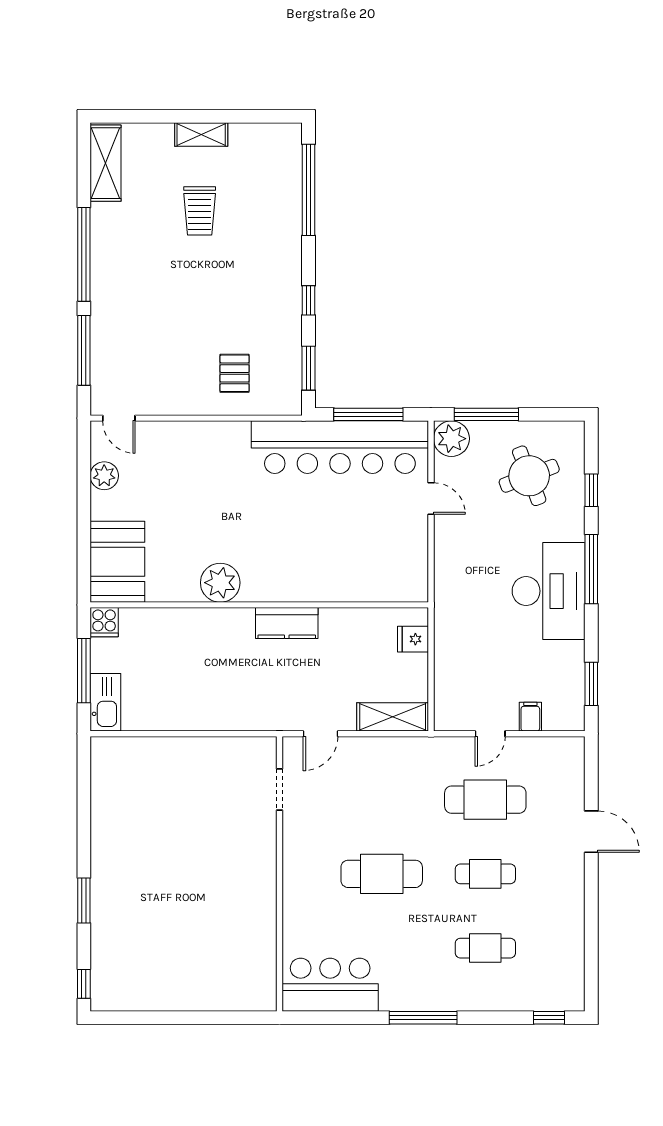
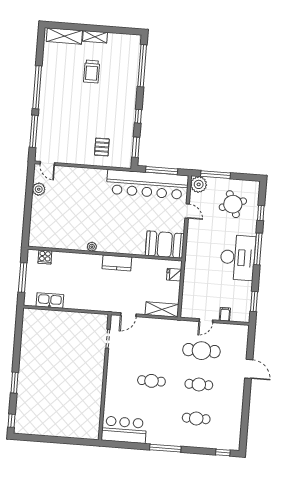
shelving: (105, 163) -> (64, 36), moved, turned 90
booth: (117, 562) -> (165, 245), moved, turned 90
plant: (220, 583) -> (92, 247), width x0.53, depth x0.53
cooker: (104, 622) -> (45, 257), moved
kitchen sink: (105, 702) -> (50, 300), moved, turned -90
cafe table: (382, 874) -> (151, 381), width x0.73, depth x0.74

